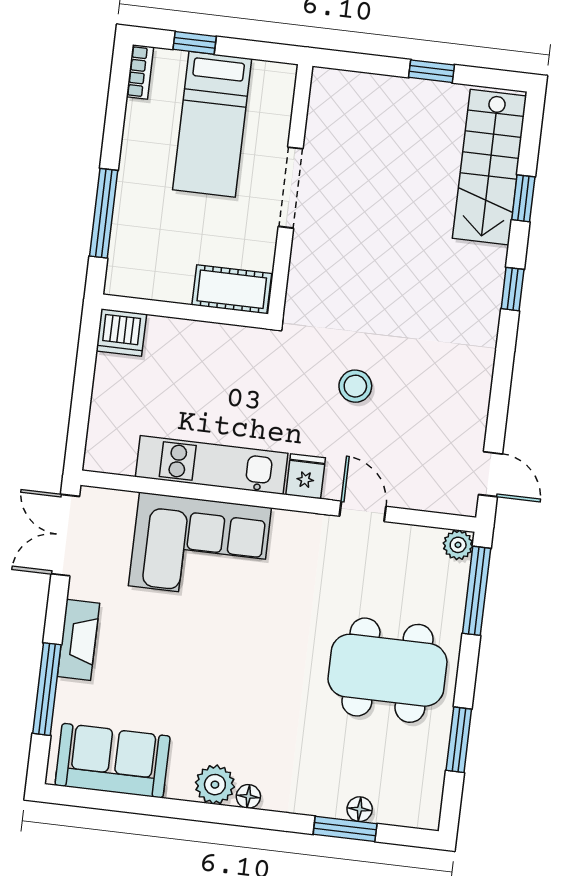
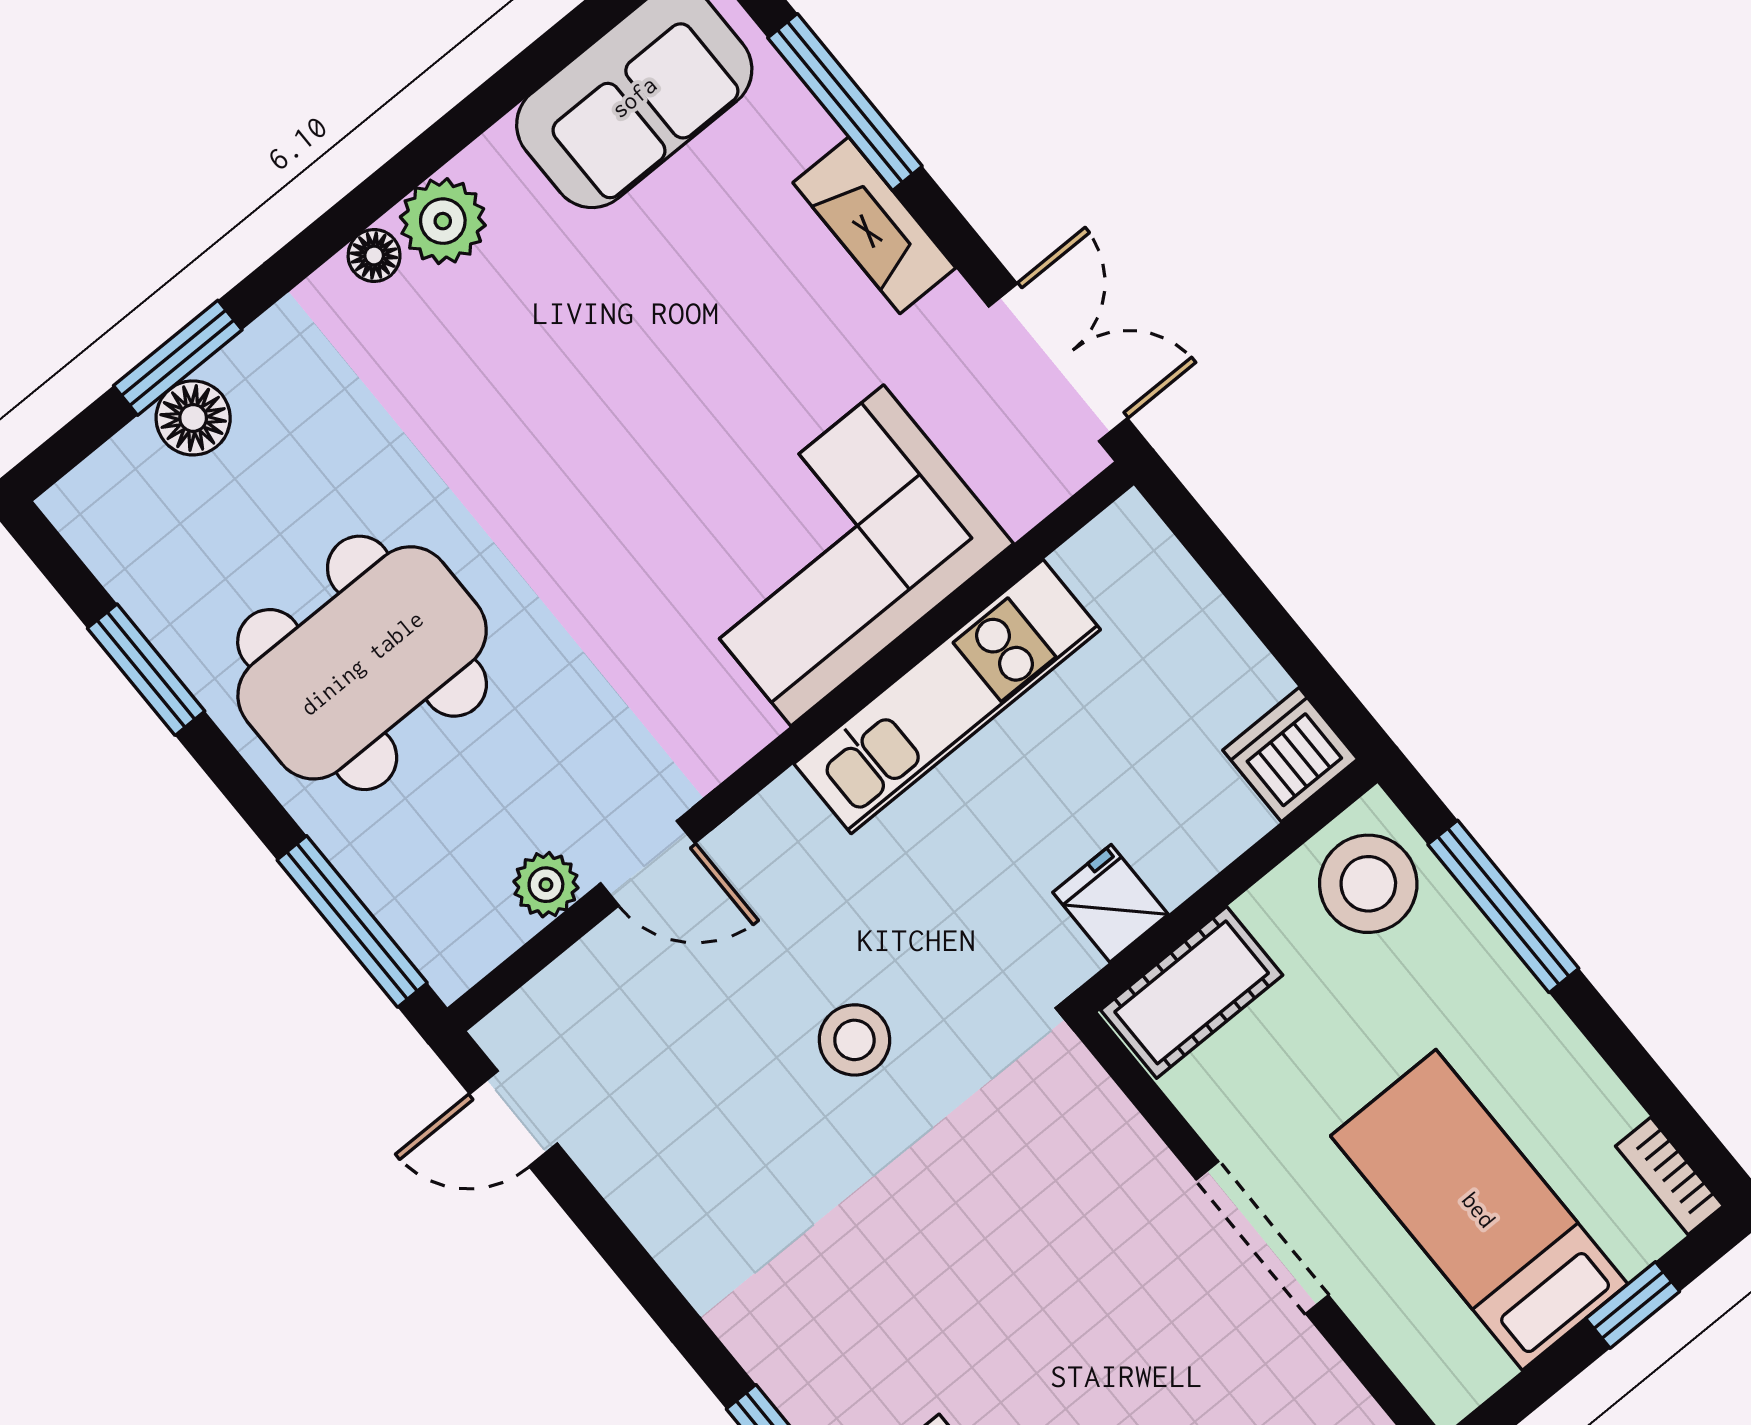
stool: (139, 265) -> (1368, 884), added
fridge: (306, 476) -> (1111, 903), moved, turned 180
plant: (458, 545) -> (546, 885), moved
floor lamp: (360, 809) -> (193, 418), width x1.37, depth x1.37

